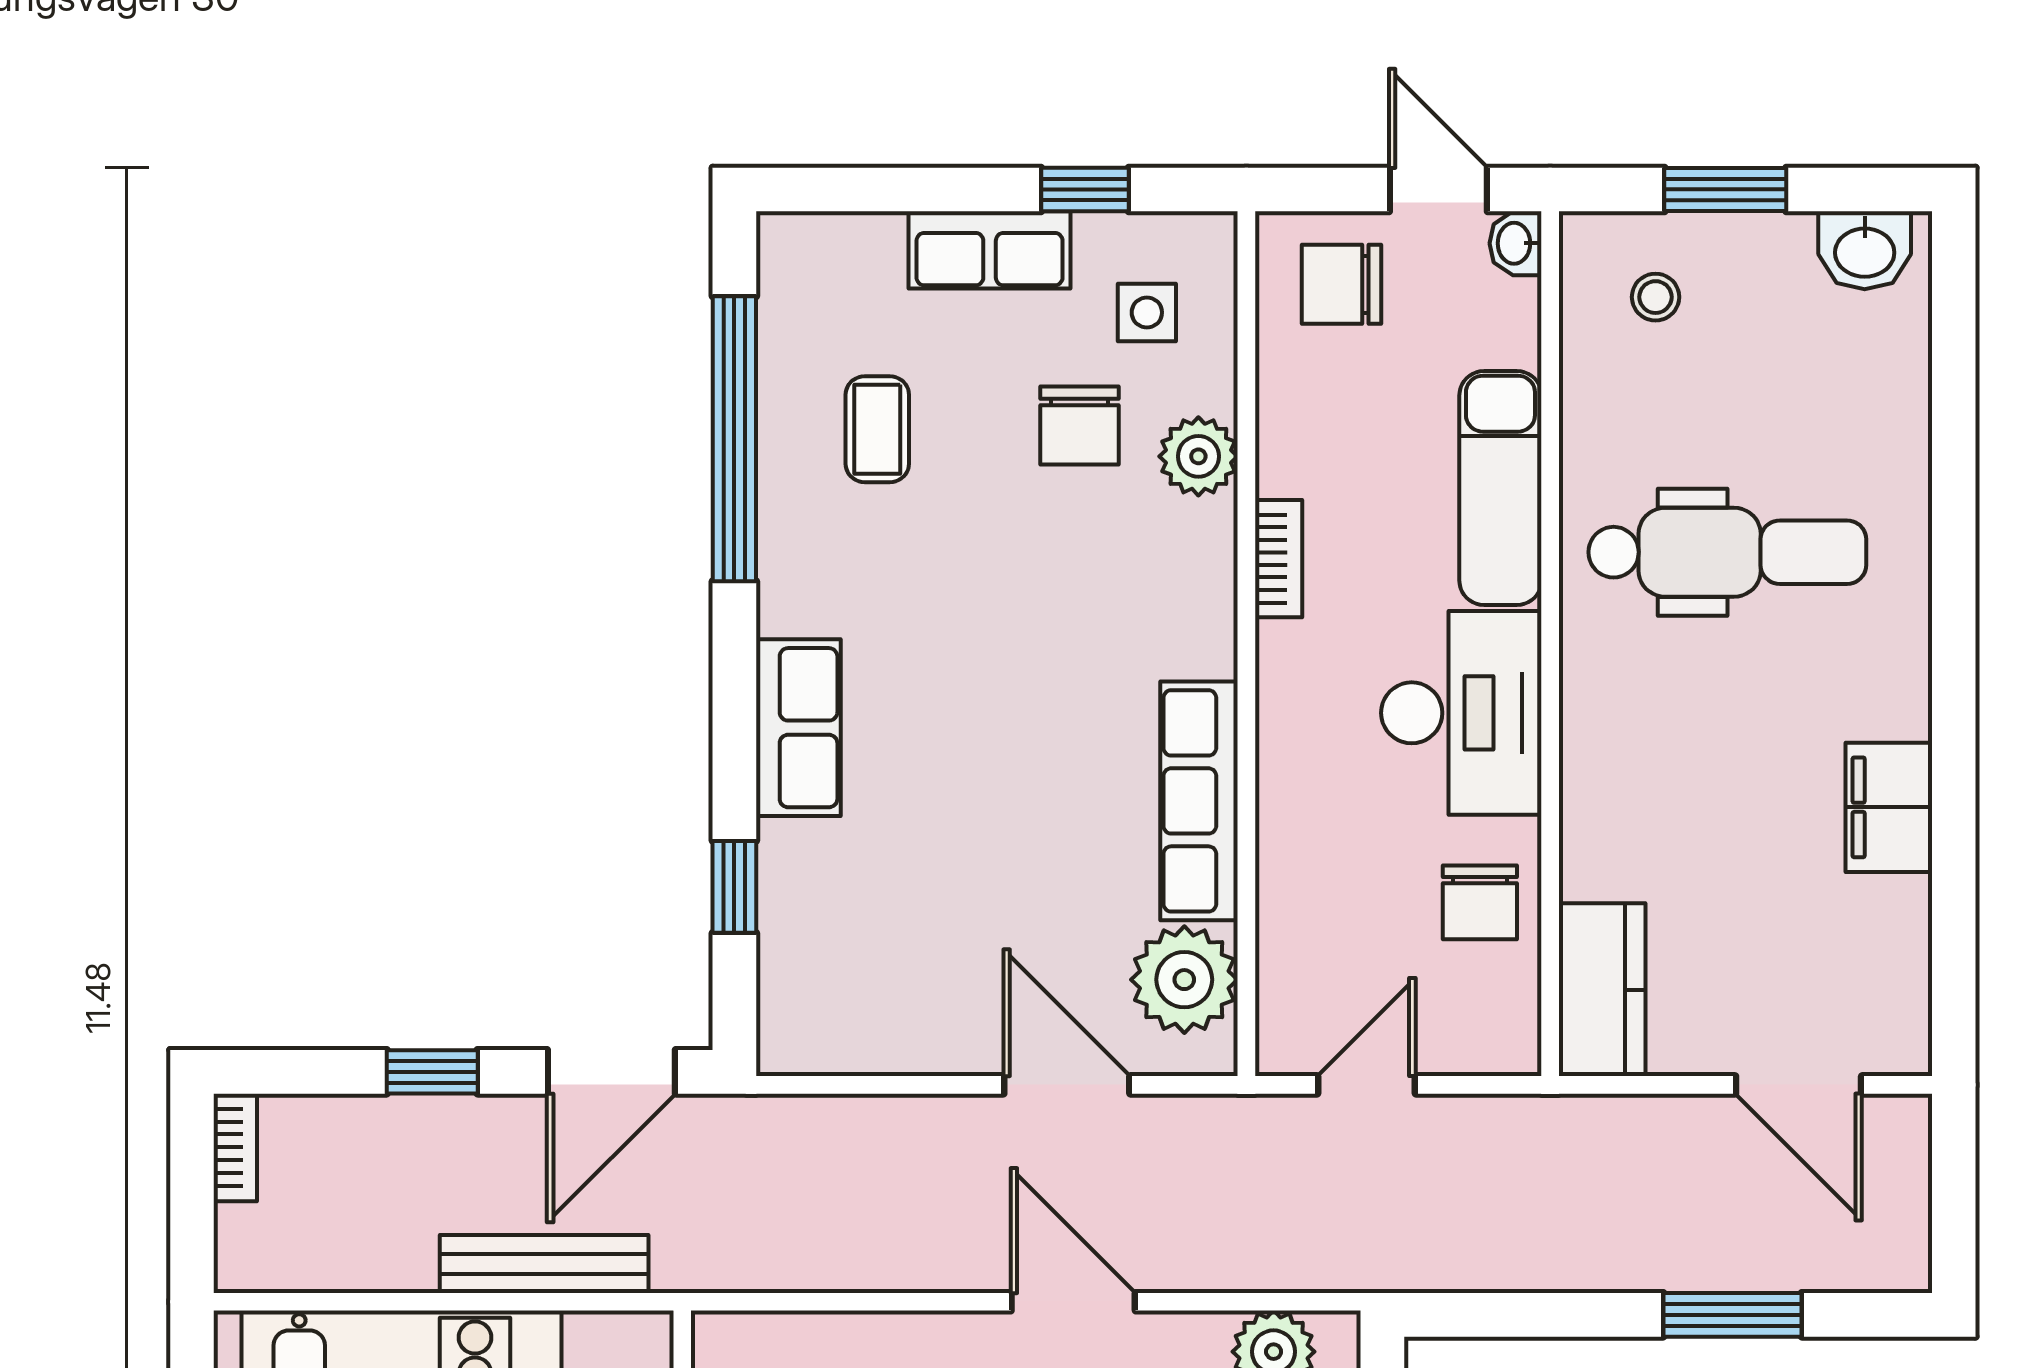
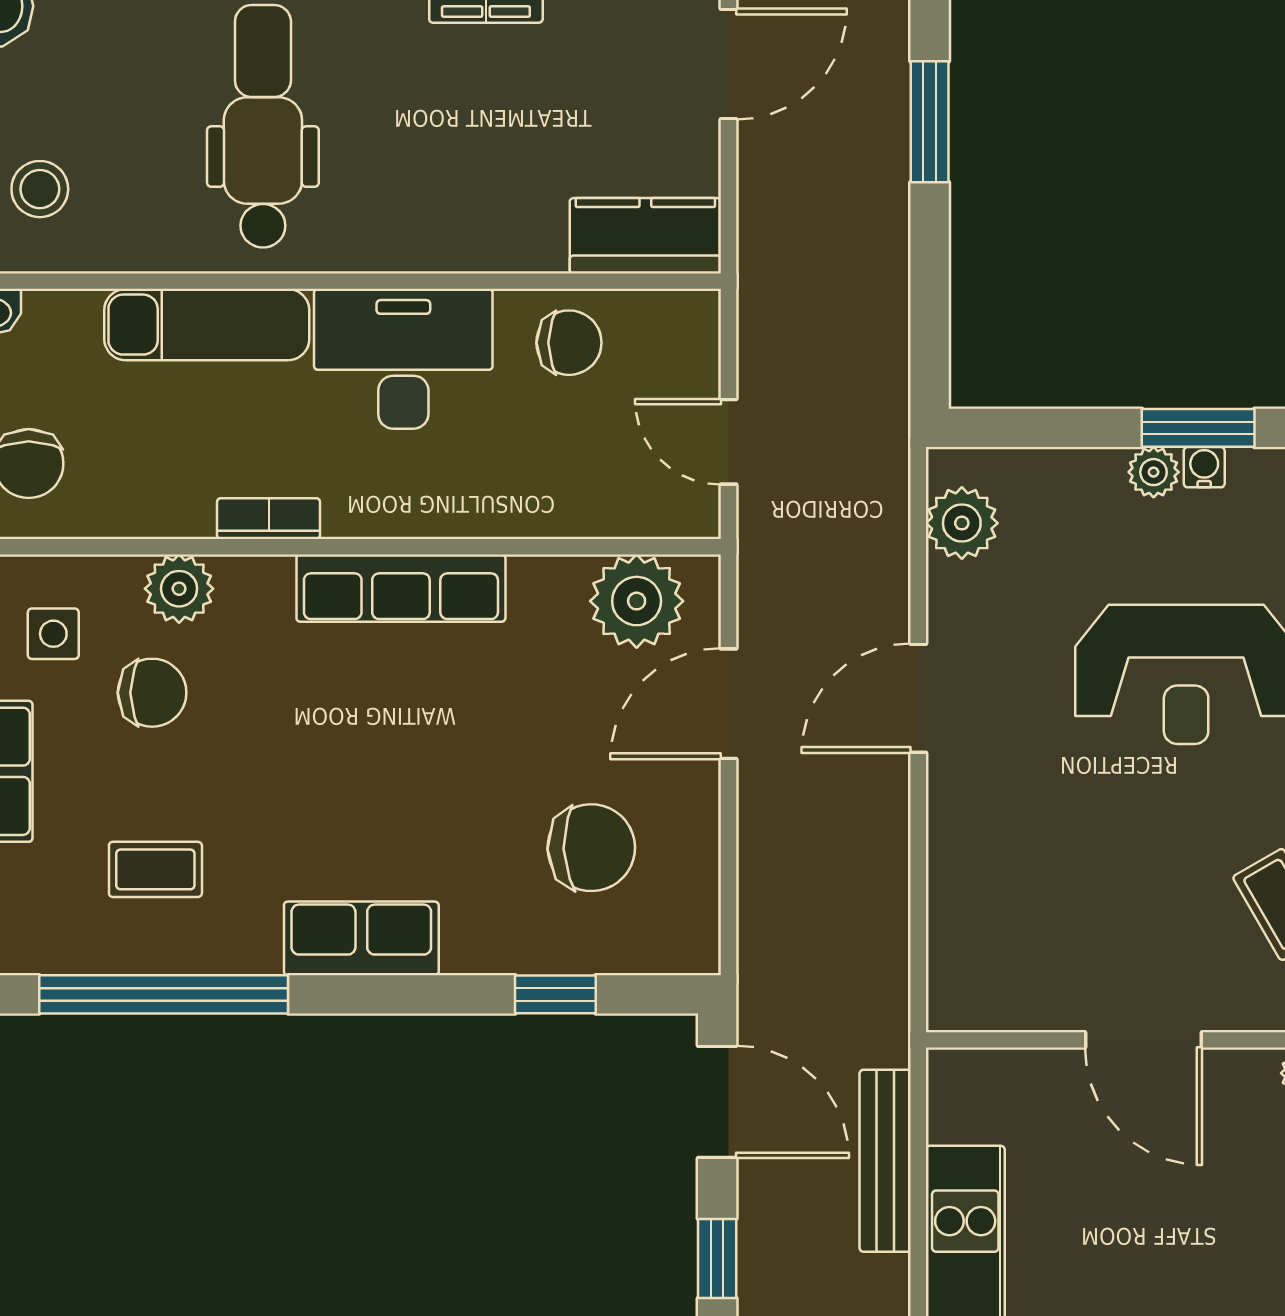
stool: (1656, 297) -> (40, 189), width x1.37, depth x1.37
row of seats: (798, 728) -> (361, 938), moved
row of seats: (1199, 801) -> (401, 588), moved
chair: (902, 928) -> (591, 848), added

